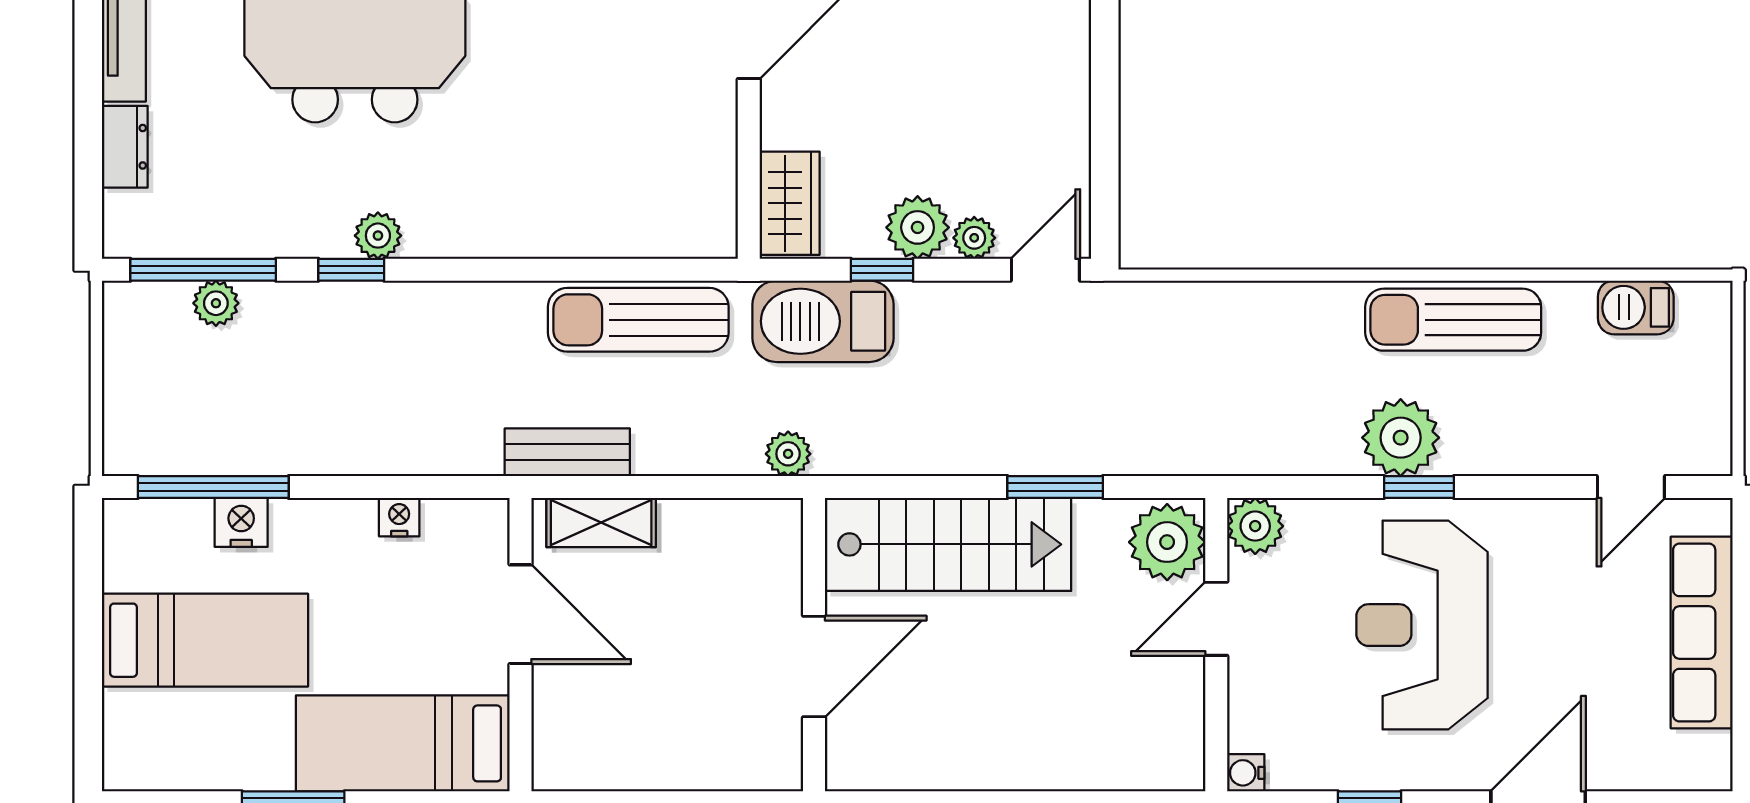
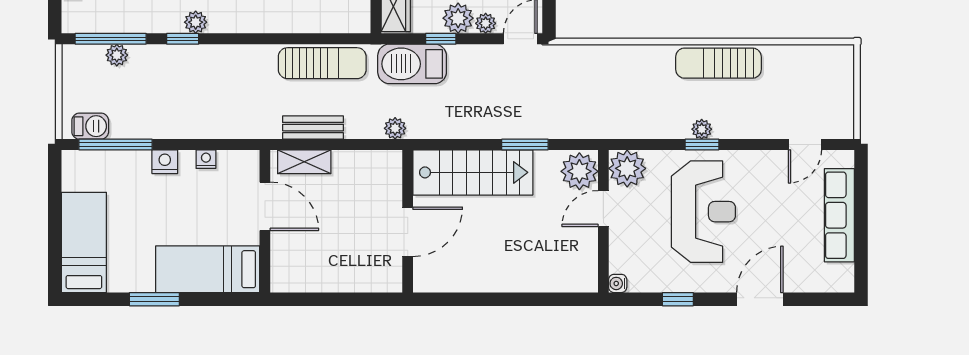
barbecue: (1636, 307) -> (90, 126), moved, turned 180
sun lounger: (638, 320) -> (322, 63), turned 180
plant: (1401, 438) -> (702, 129), width x0.53, depth x0.53
bench: (567, 452) -> (313, 128), moved
nightstand: (241, 522) -> (165, 162), moved
plant: (1255, 526) -> (627, 168), width x1.36, depth x1.36
reception desk: (1422, 625) -> (703, 212), turned 180
bed: (205, 640) -> (84, 242), moved, turned -90

